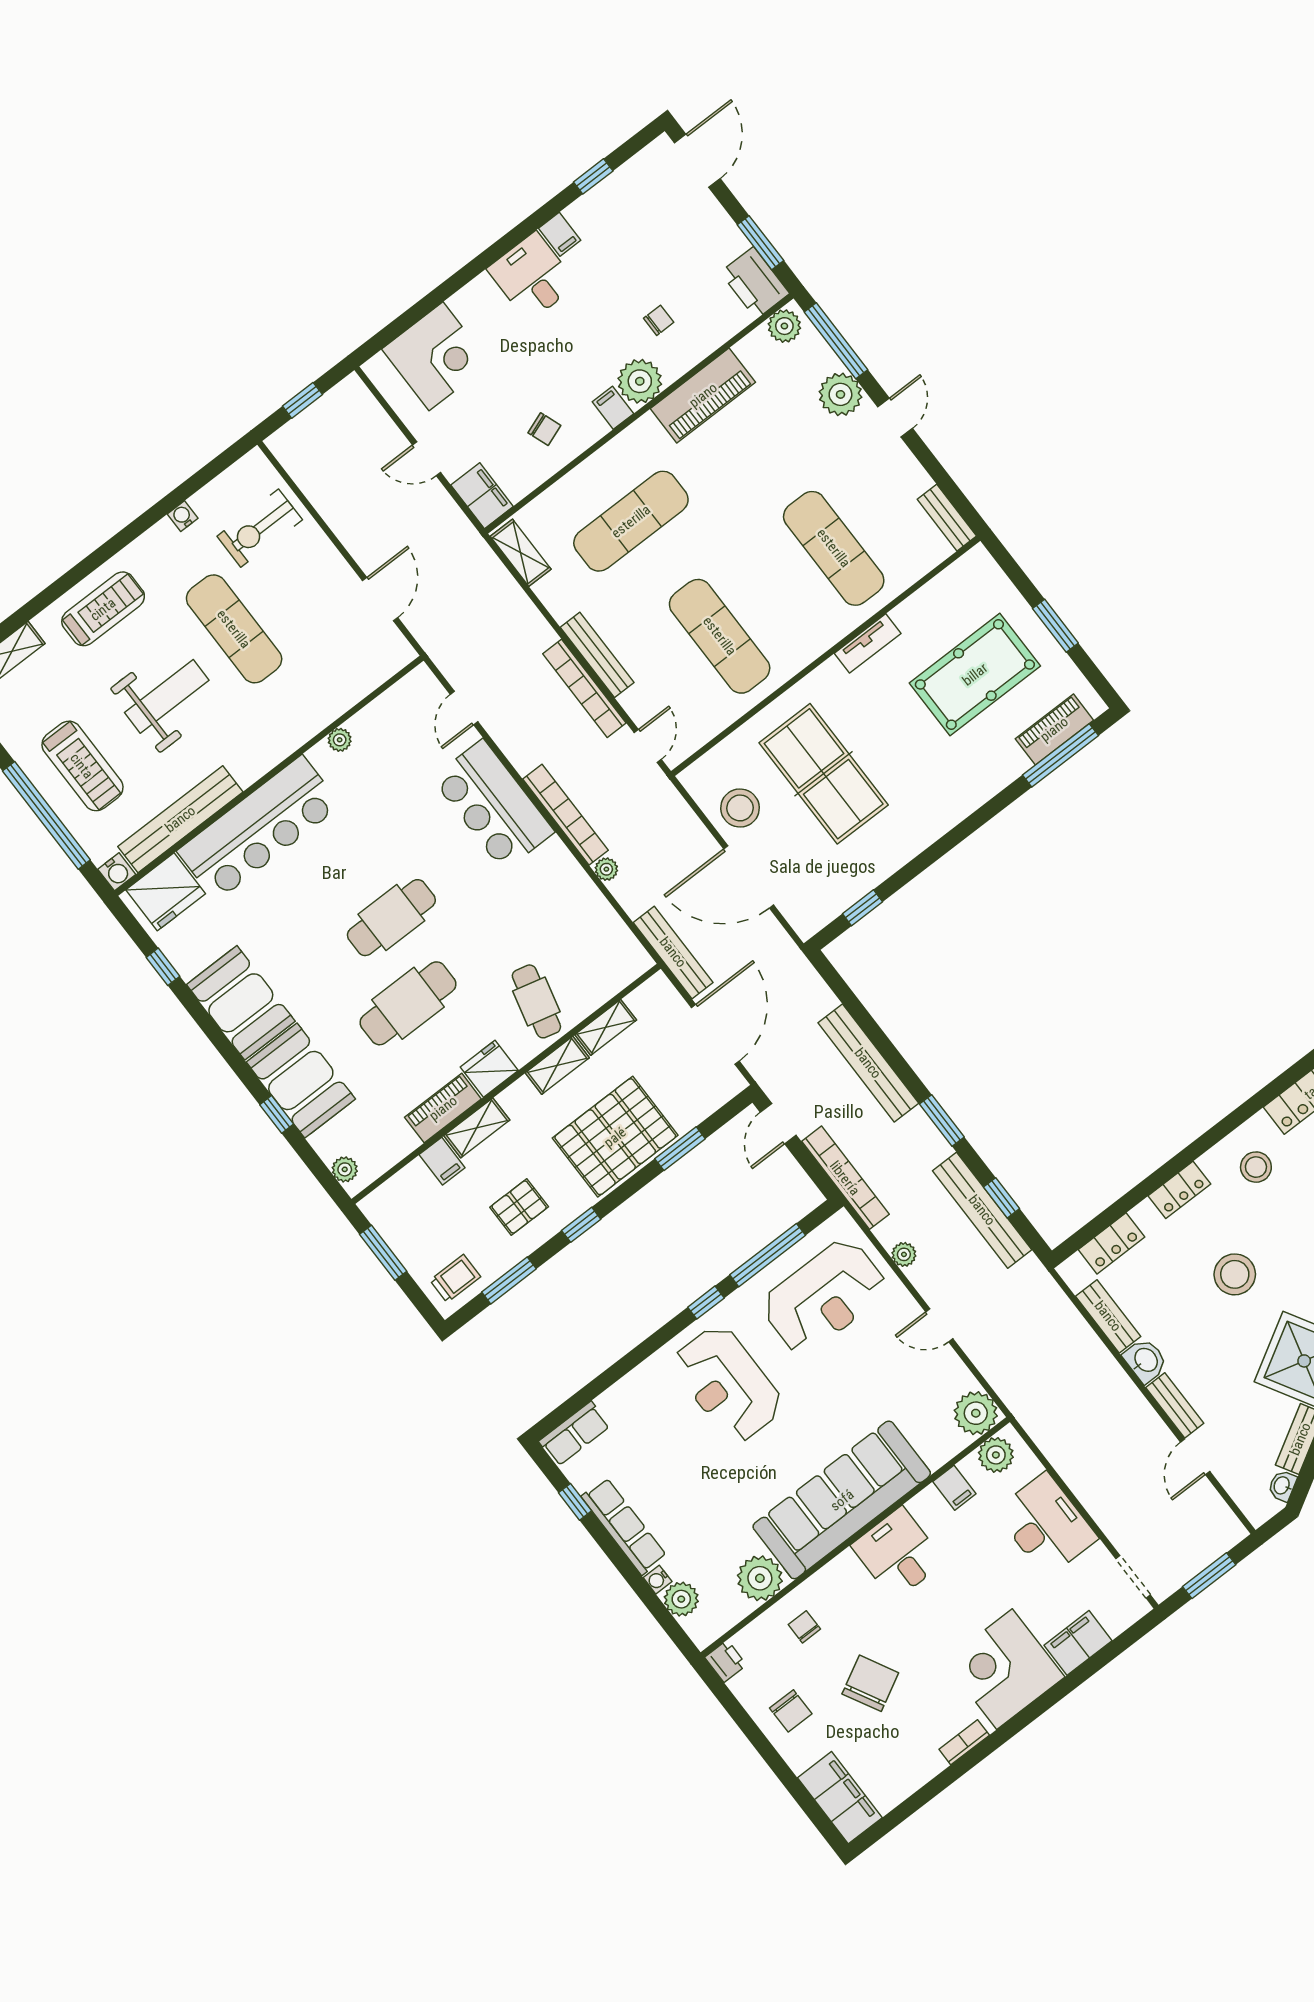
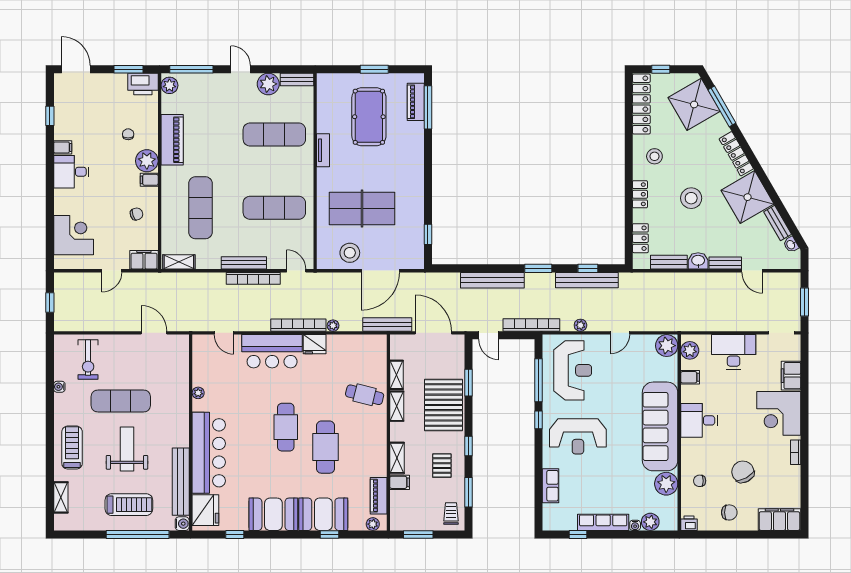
plant: (840, 394) -> (268, 84), moved
fridge: (489, 1069) -> (315, 344), moved, turned -90
piano: (443, 1108) -> (379, 496), moved
row of seats: (575, 1434) -> (551, 486), moved

